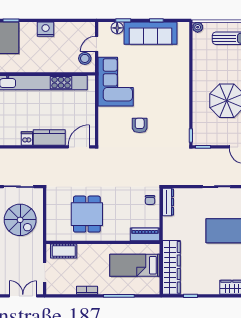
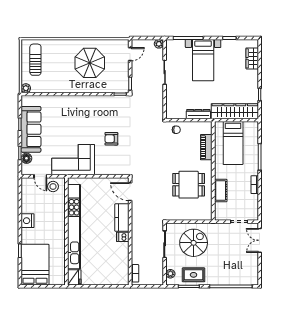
dresser: (168, 202) -> (198, 114), moved
piano: (145, 234) -> (206, 147), moved
cot: (64, 251) -> (221, 191), moved

